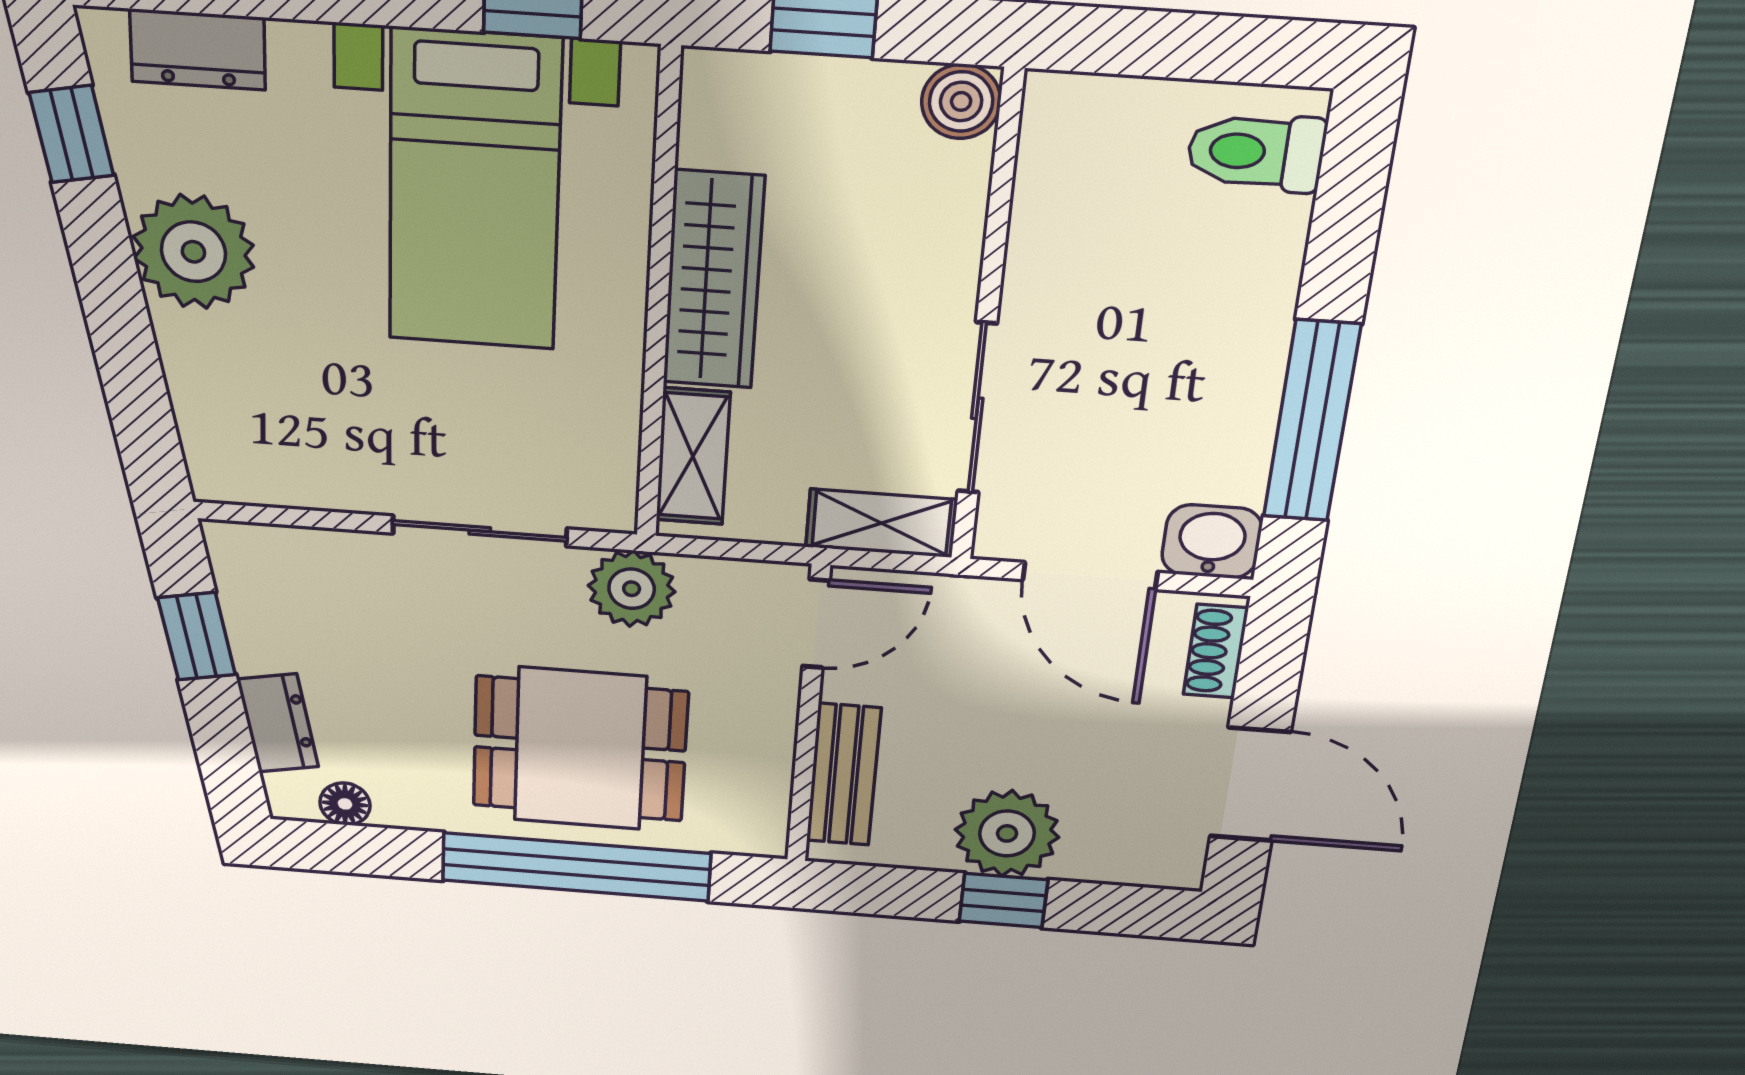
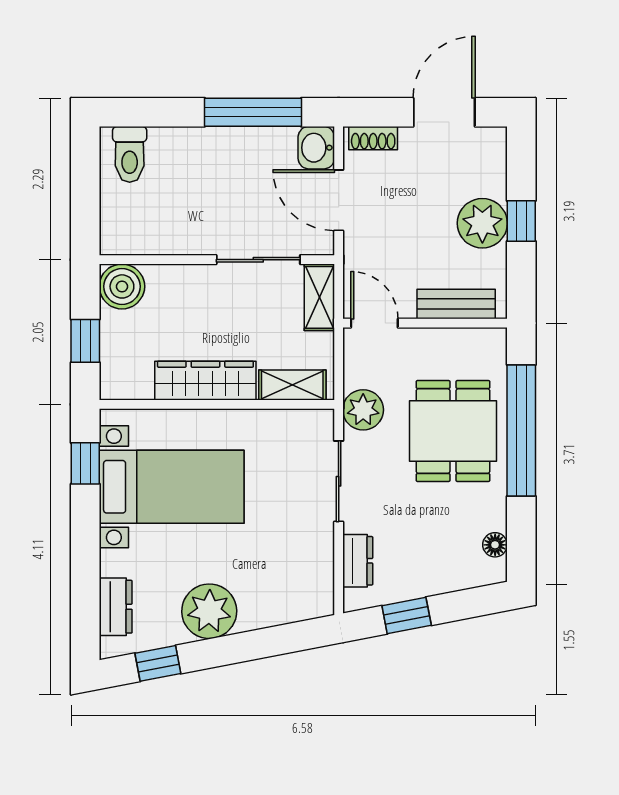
boiler: (961, 101) -> (122, 286), width x1.36, depth x1.36
door: (1090, 576) -> (339, 200), swing flipped
dresser: (278, 723) -> (358, 561), moved, turned 101

